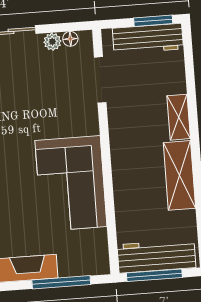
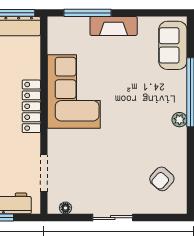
plant: (52, 42) -> (80, 207), removed
locker: (122, 161) -> (31, 106), added

